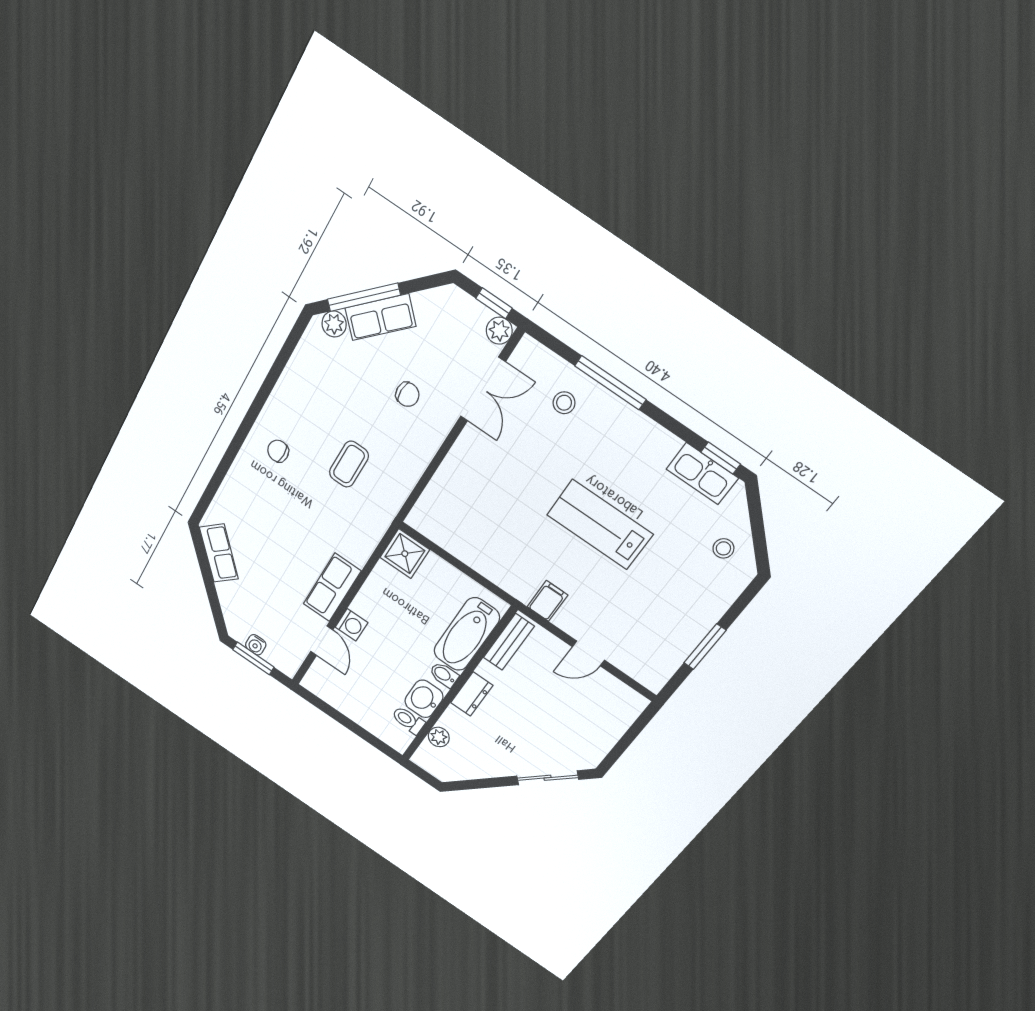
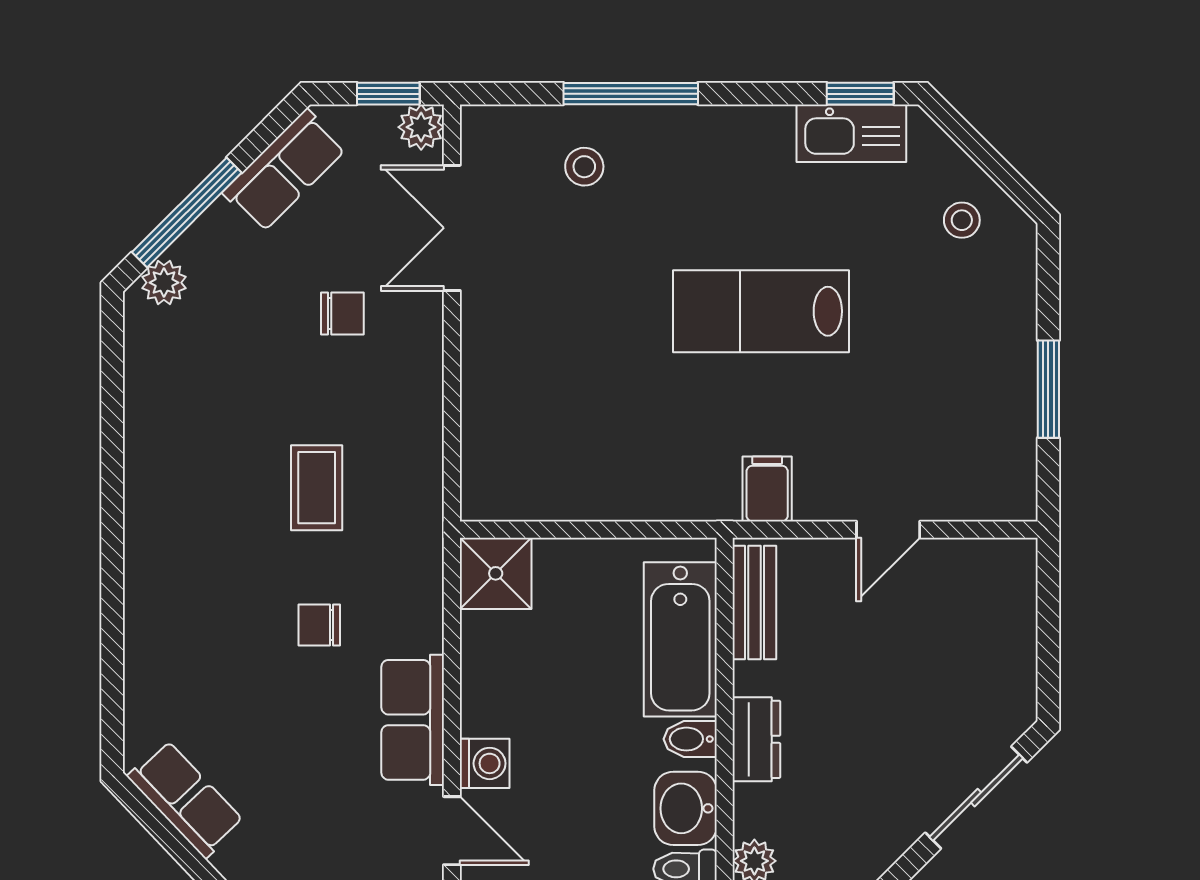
row of seats: (380, 317) -> (285, 171), moved
double door: (483, 389) -> (452, 228), swing flipped
chair: (278, 451) -> (319, 625), moved

